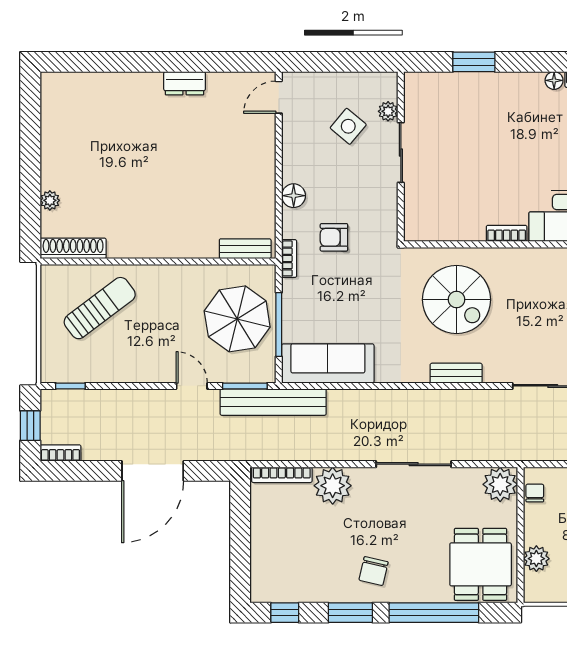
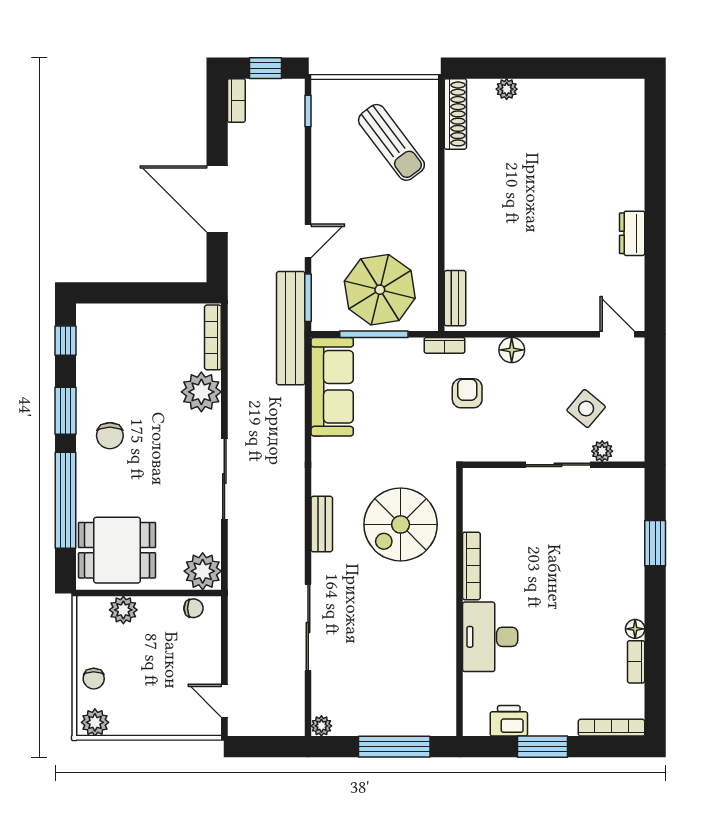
bookcase: (507, 233) -> (471, 566), width x1.56
chair: (374, 571) -> (110, 436), turned -103

